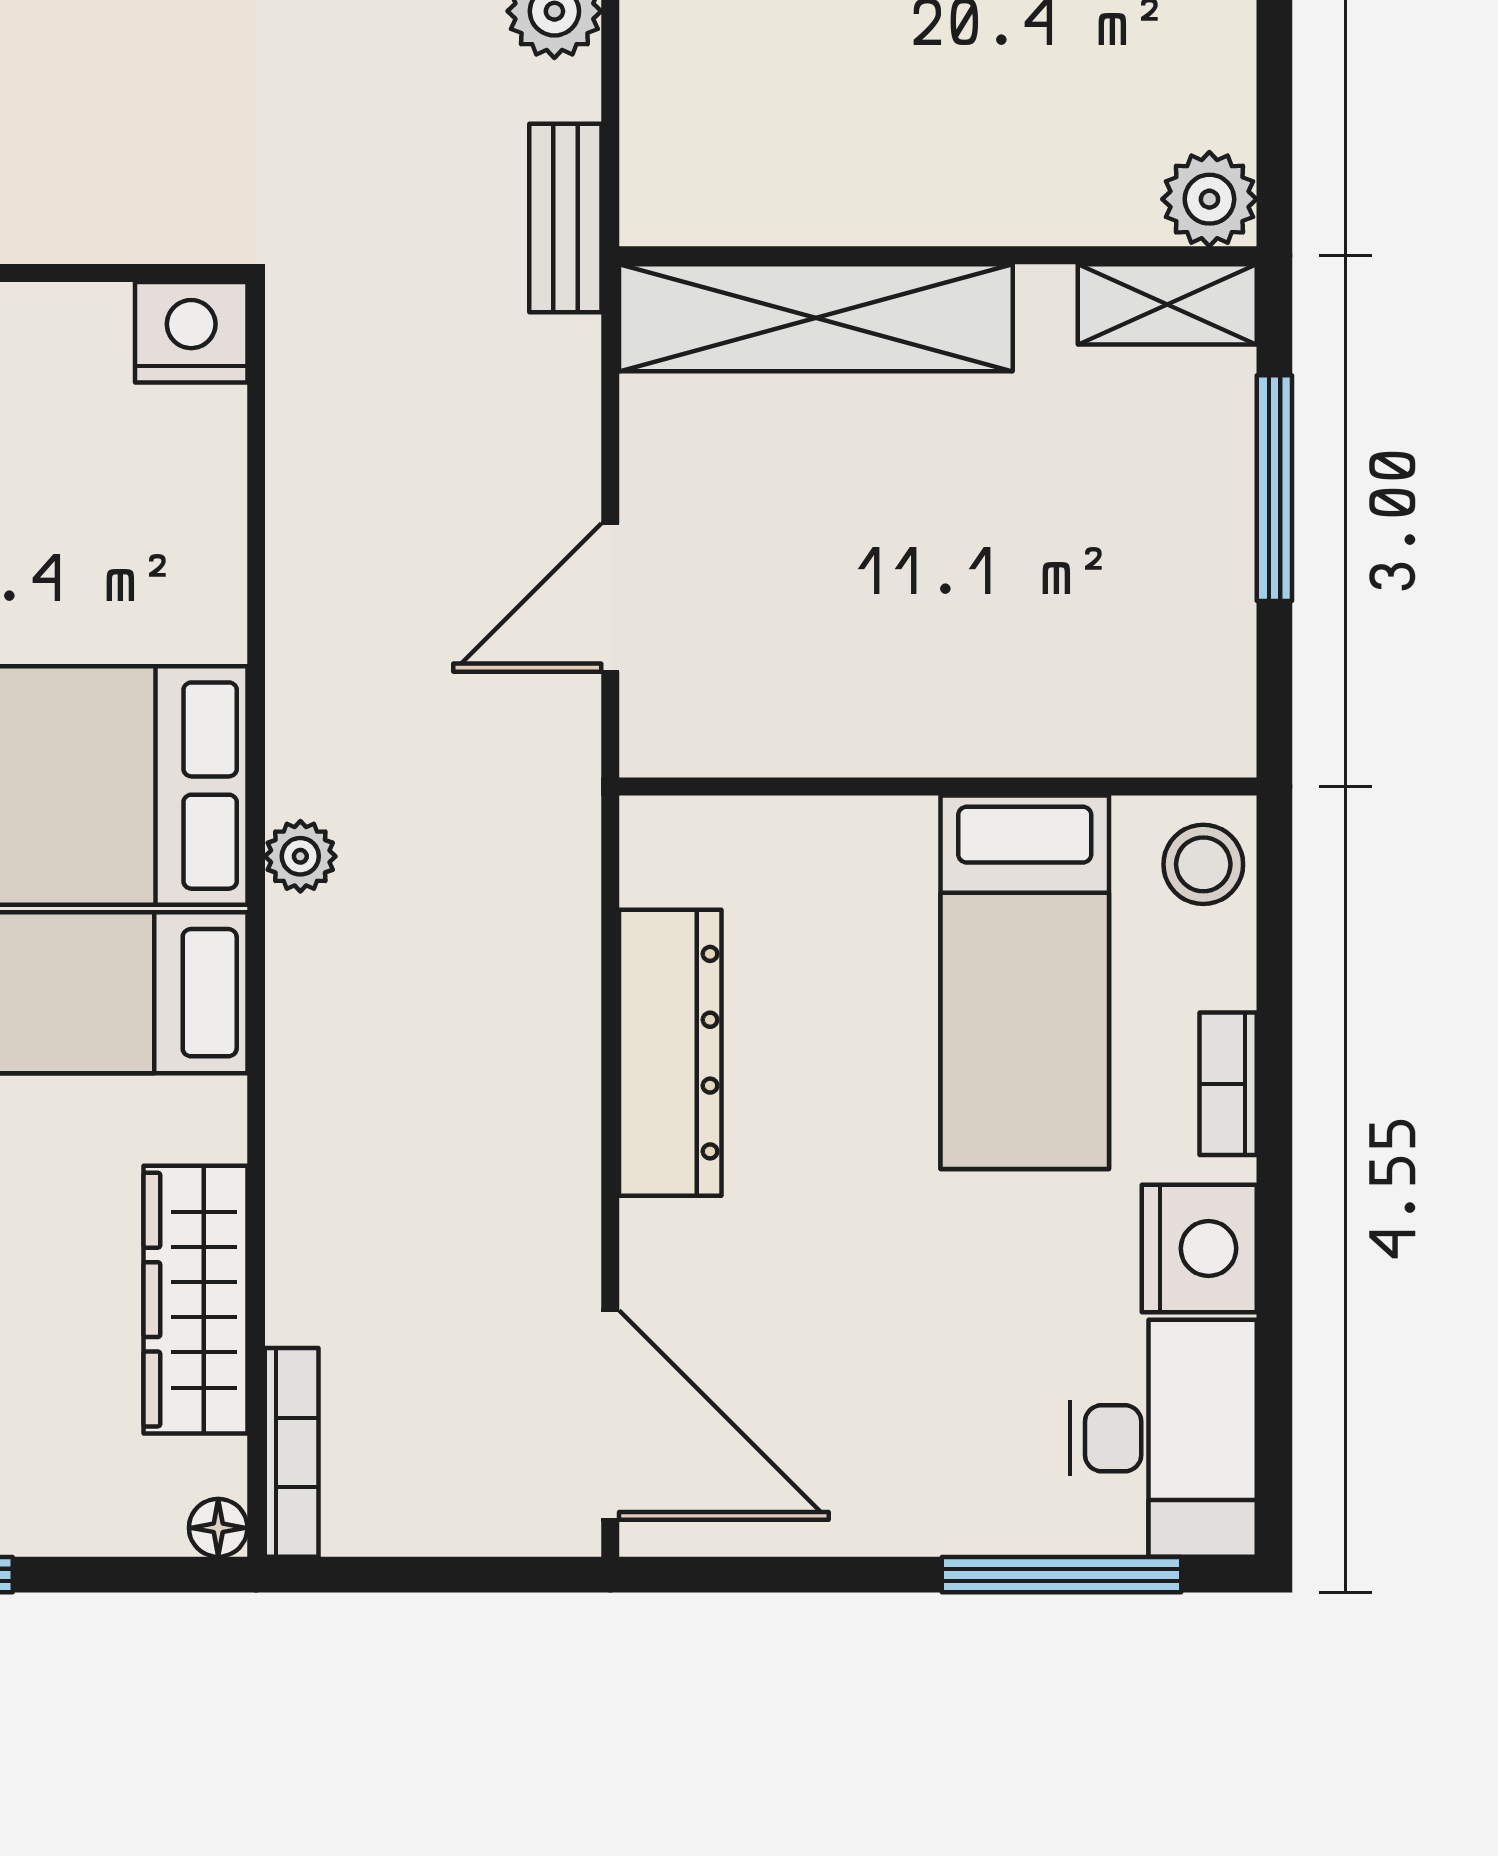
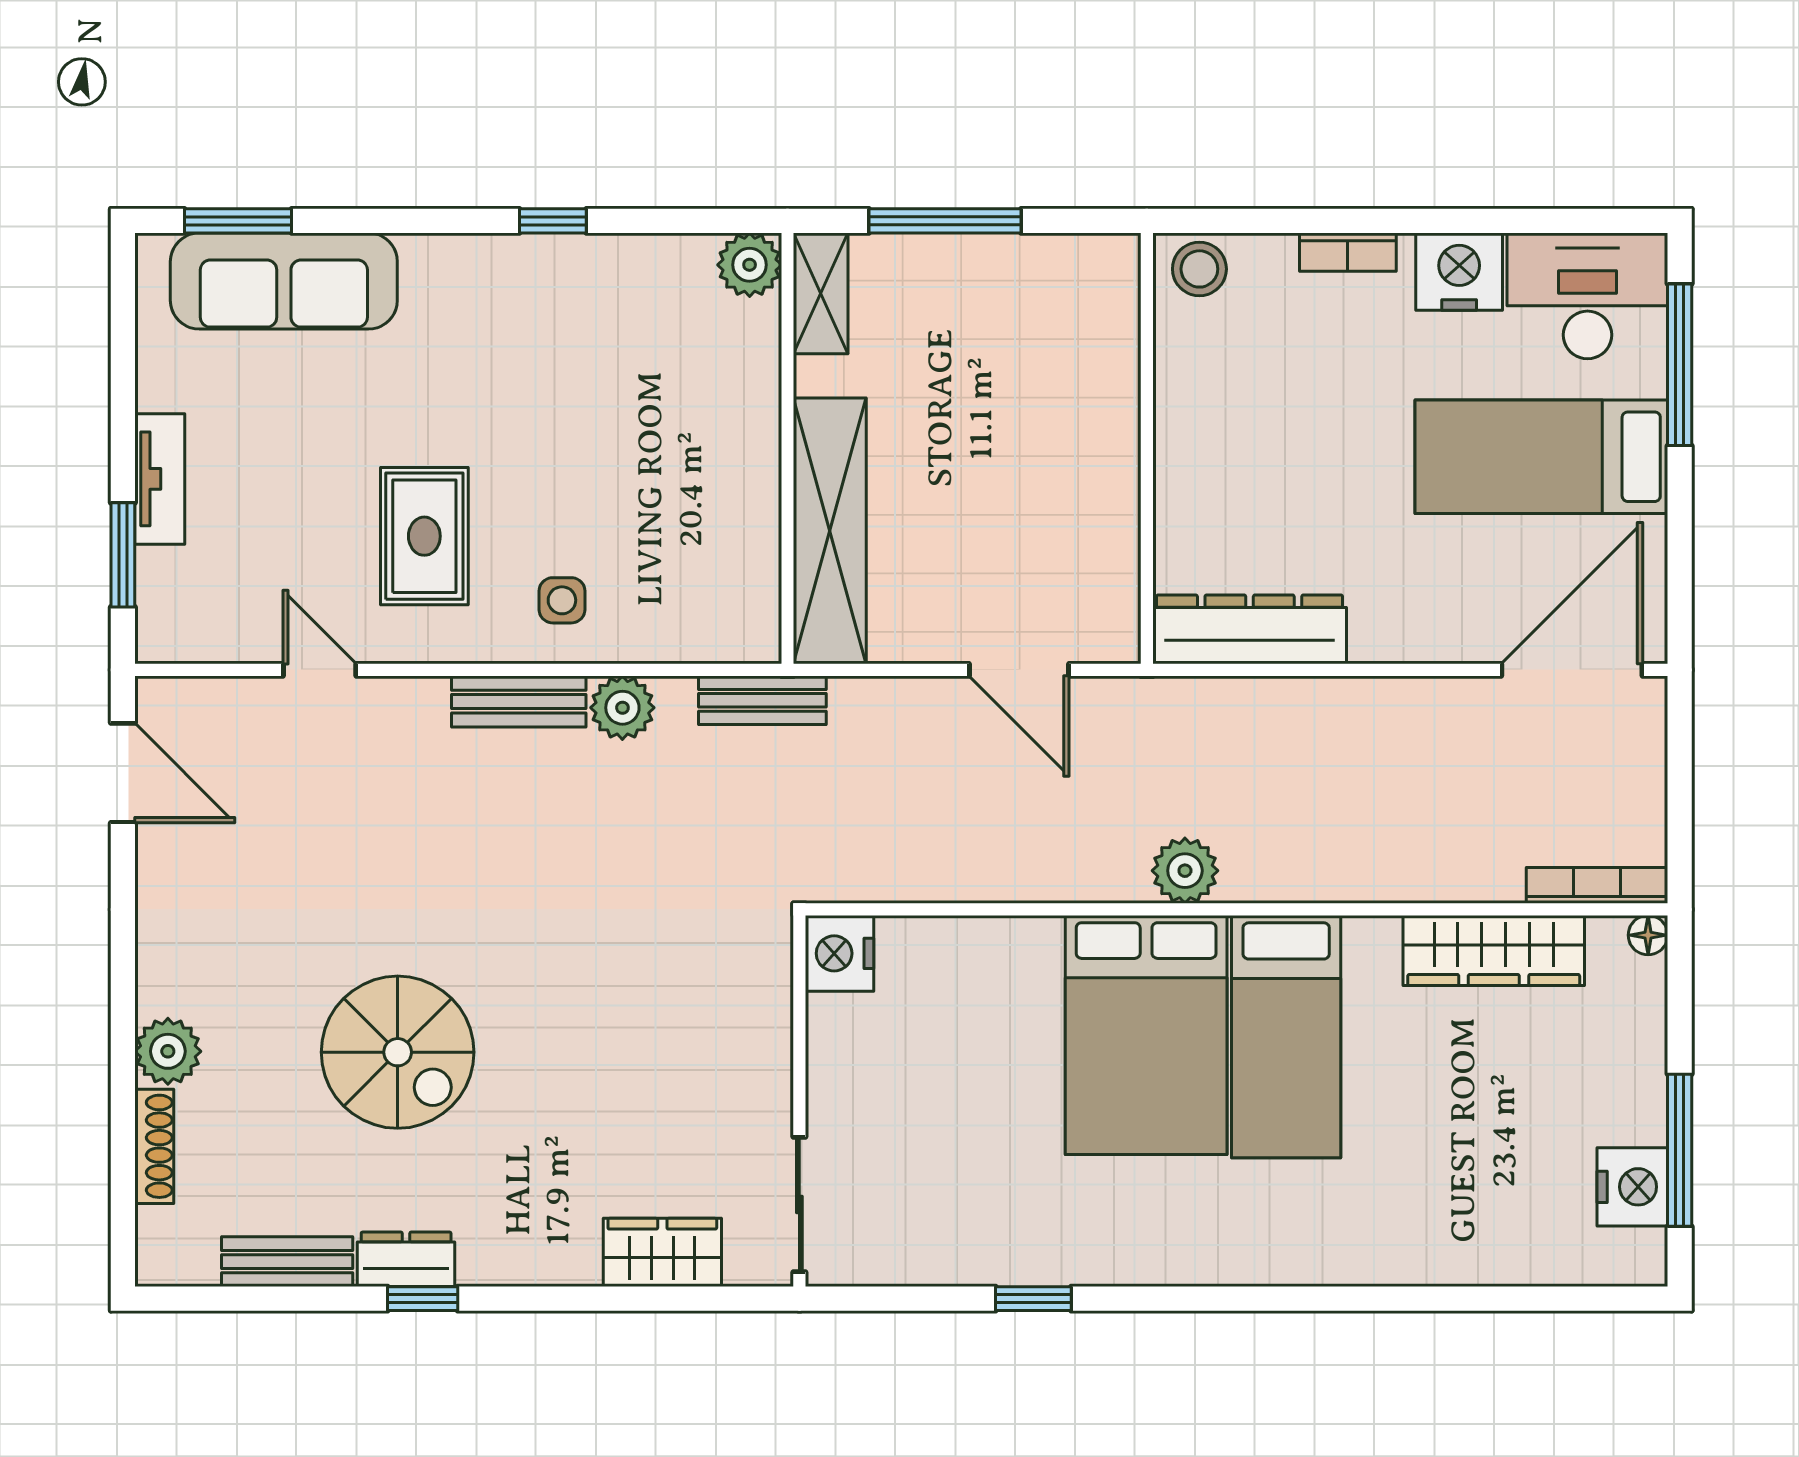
plant: (300, 856) -> (1185, 871), width x1.38, depth x1.38
bed: (1025, 982) -> (1541, 457), moved, turned 180
dresser: (670, 1053) -> (1250, 629), moved

